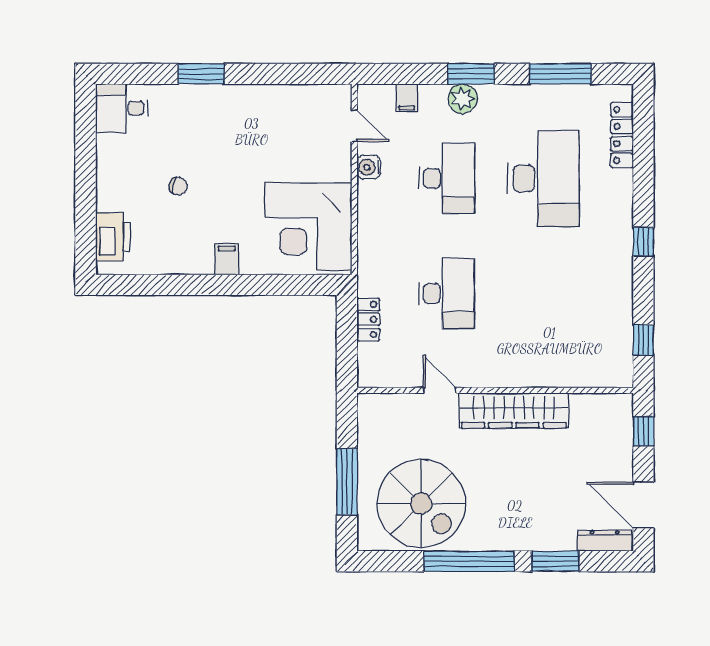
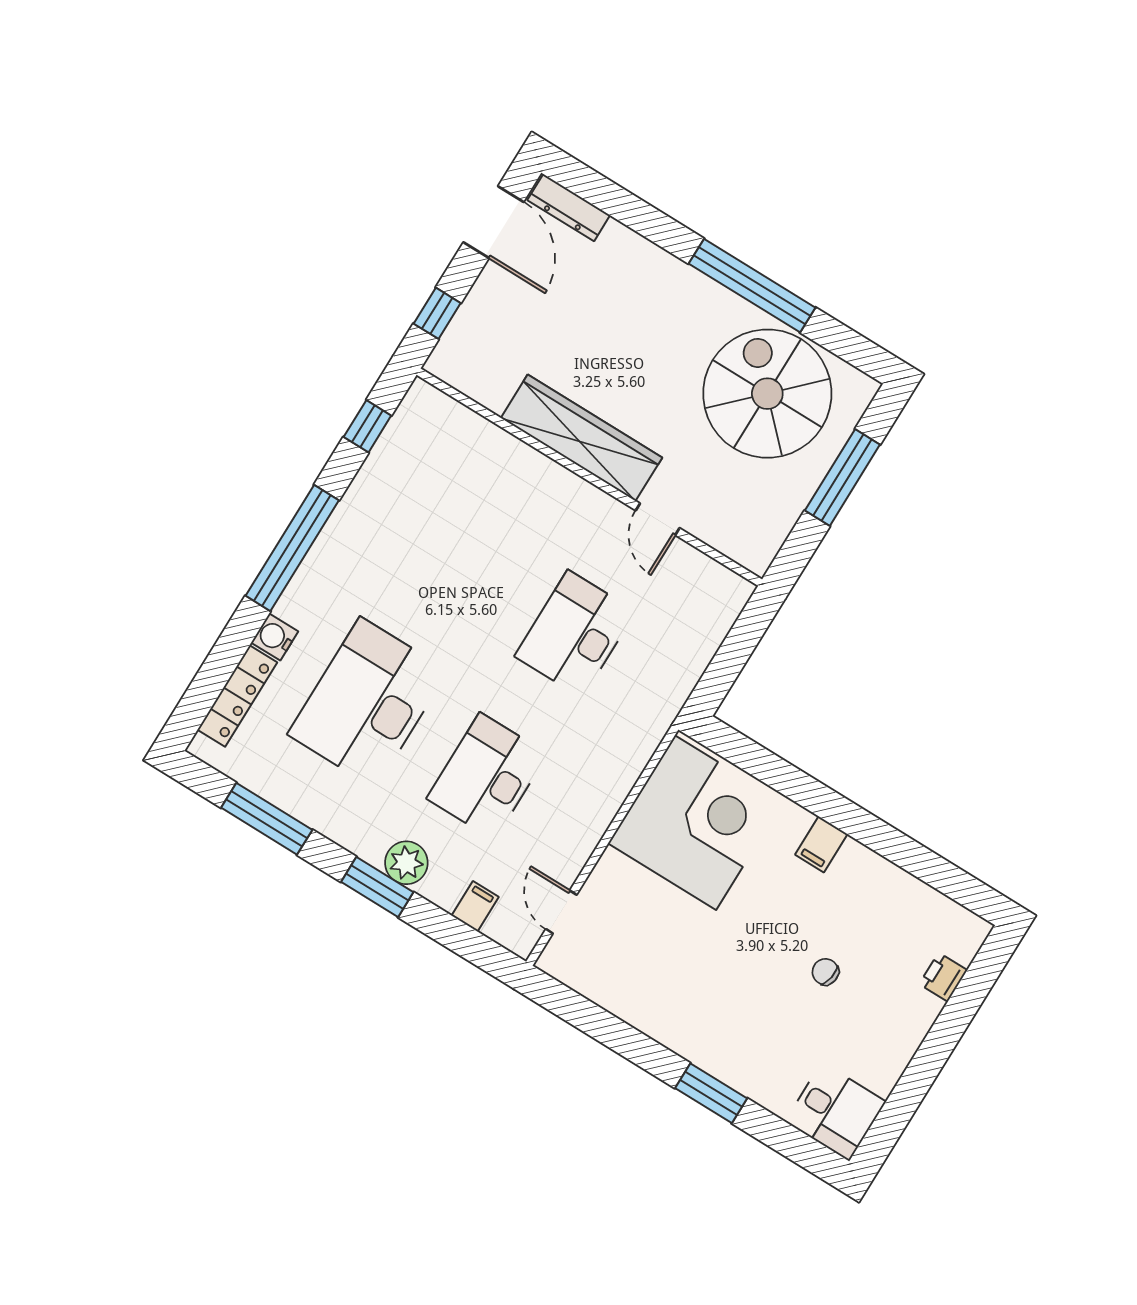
water cooler: (369, 167) -> (275, 637), moved, turned 180
printer: (113, 237) -> (943, 977), width x0.53, depth x0.68
window: (643, 242) -> (292, 548), width x3.17
locker: (368, 320) -> (692, 662), removed
window: (555, 561) -> (646, 220), removed

